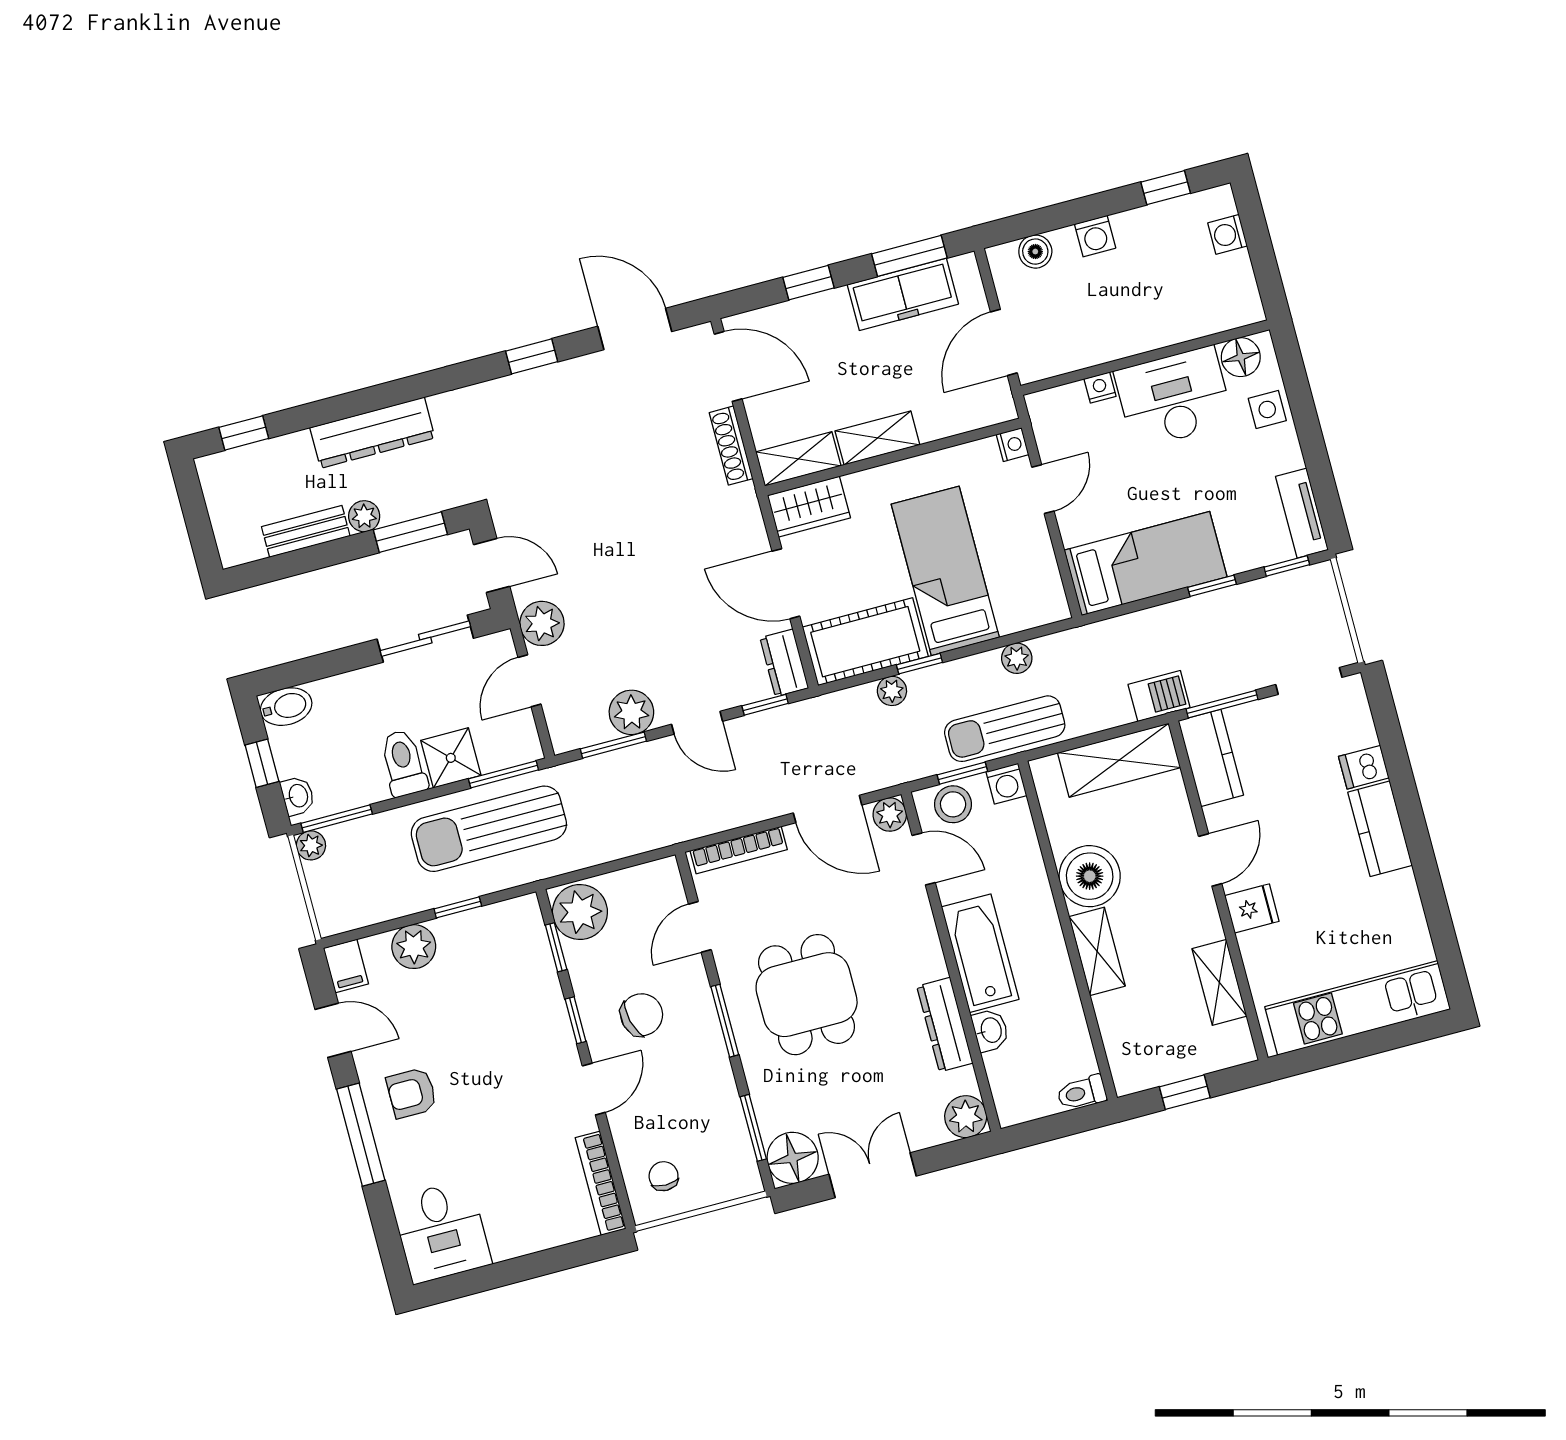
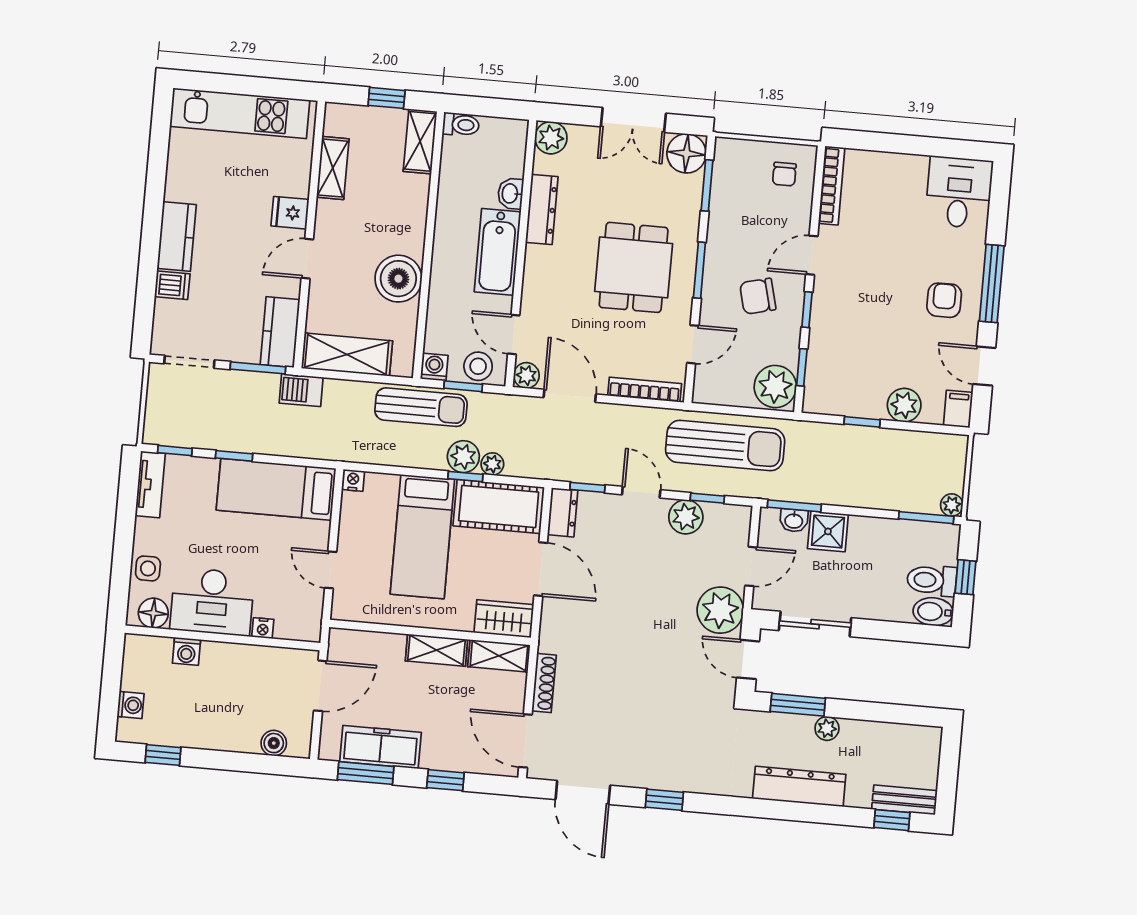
washing machine: (1095, 236) -> (186, 651), moved, turned 180
nightstand: (1012, 445) -> (353, 480), moved, turned 90
door: (1043, 489) -> (331, 570), hinge flipped
bench: (306, 531) -> (905, 800), moved
plant: (542, 623) -> (720, 610), width x1.36, depth x1.36
plant: (1017, 658) -> (463, 457), moved, width x1.38, depth x1.38
window: (613, 745) -> (707, 498), width x0.67
toilet: (403, 763) -> (932, 580), moved, turned 90
washbasin: (298, 796) -> (794, 520), moved, turned -90
sun lounger: (489, 829) -> (725, 446), moved
shelving: (1097, 951) -> (420, 141), moved
armchair: (412, 1093) -> (944, 300), turned -90

